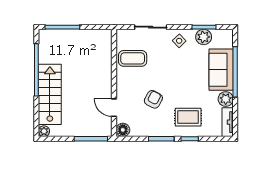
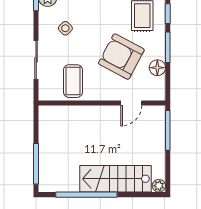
side table: (179, 41) -> (65, 28), moved
armchair: (153, 99) -> (121, 57), width x1.88, depth x1.88
floor lamp: (123, 130) -> (157, 68), moved

